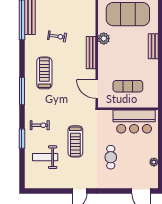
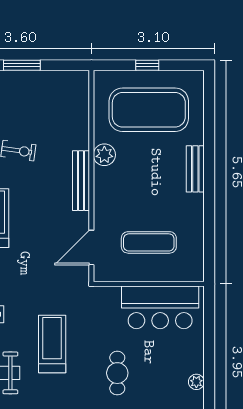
door: (97, 89) -> (91, 248), hinge flipped
treadmill: (75, 141) -> (52, 344), turned 180

